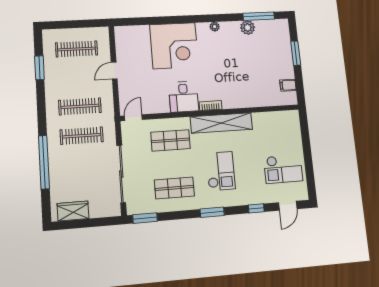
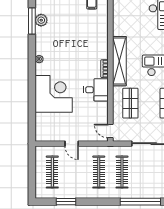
plant: (248, 28) -> (41, 20), moved

